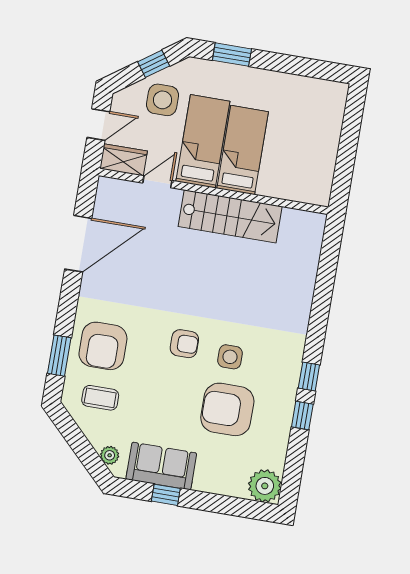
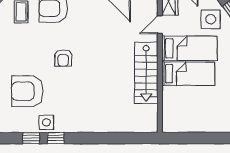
door: (157, 182) -> (160, 25), swing flipped
side table: (230, 357) -> (46, 122), moved
armchair: (227, 409) -> (27, 91), turned -90

